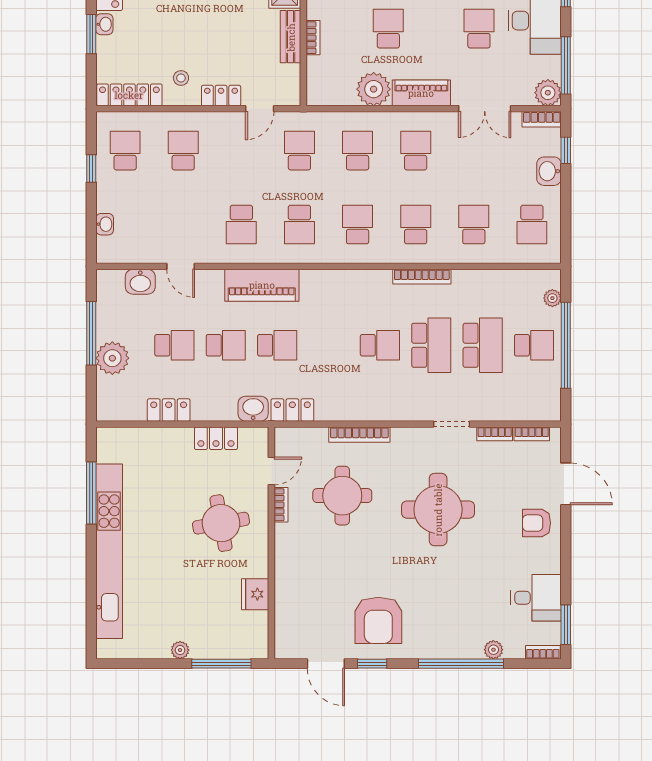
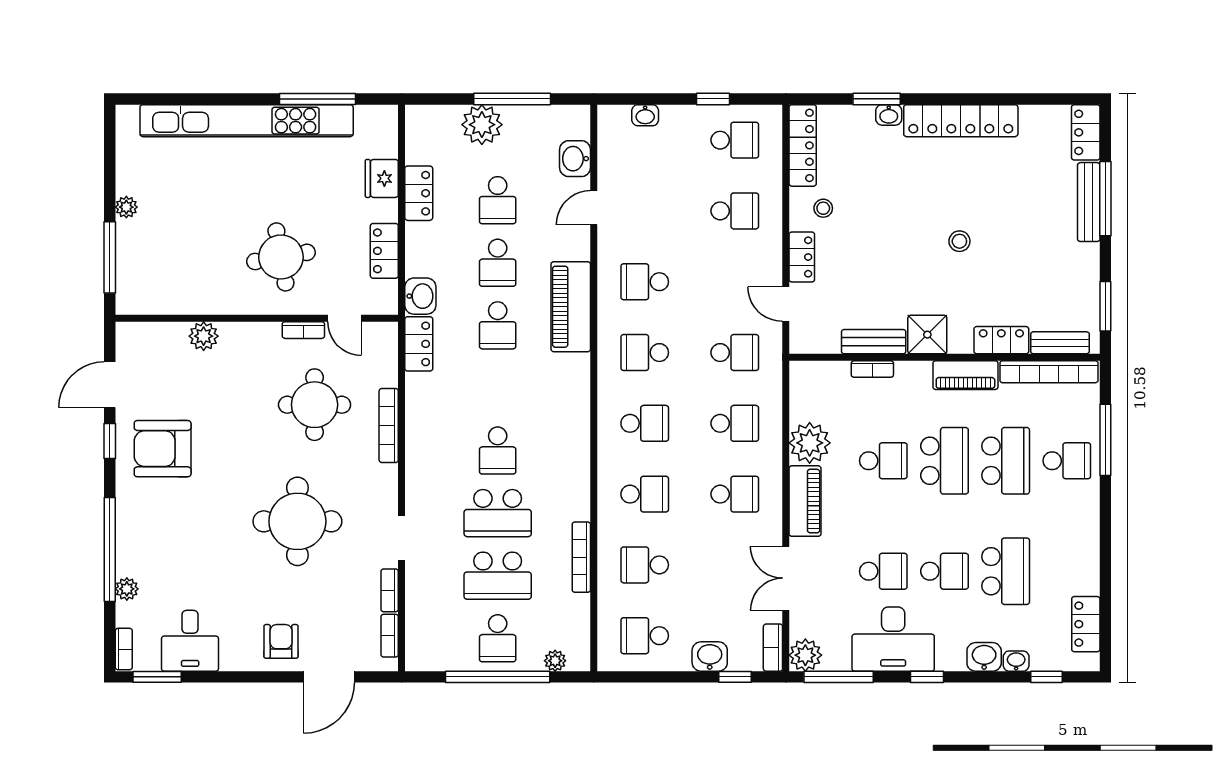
school desk: (474, 225) -> (645, 565), turned 180
bookcase: (422, 277) -> (581, 557), moved
plant: (286, 587) -> (204, 336), added
fridge: (255, 594) -> (382, 178), moved, turned -90

